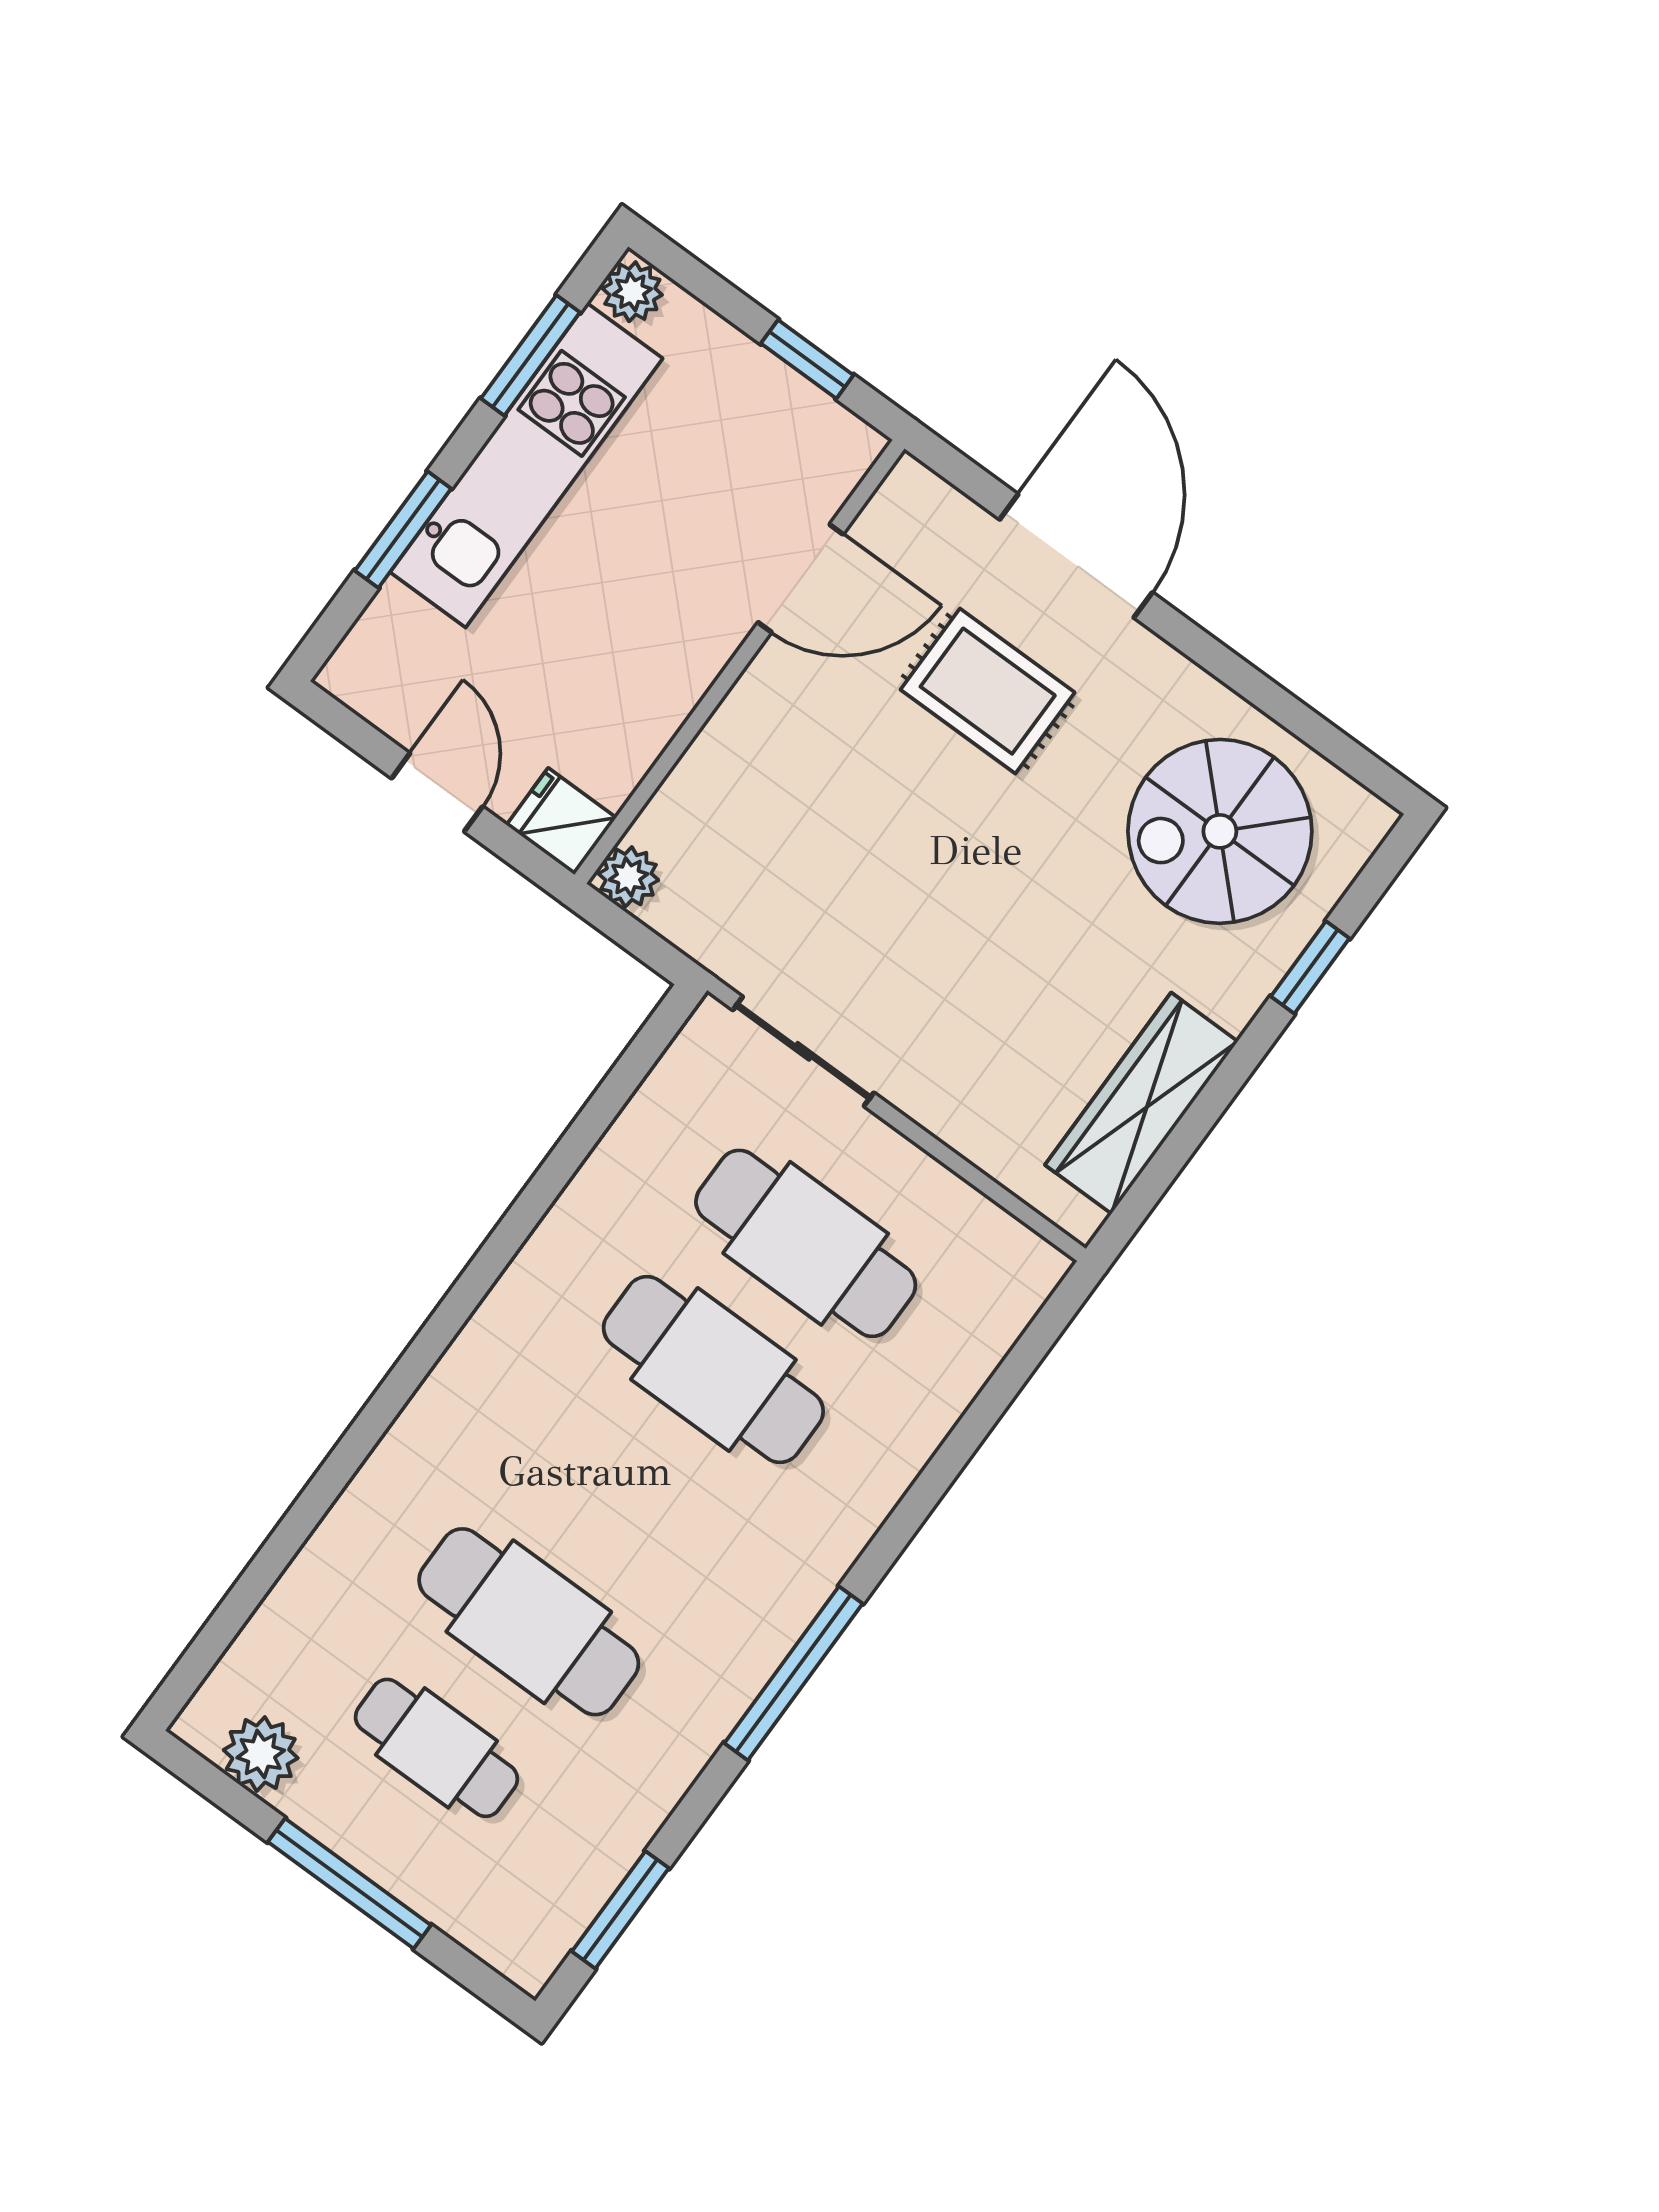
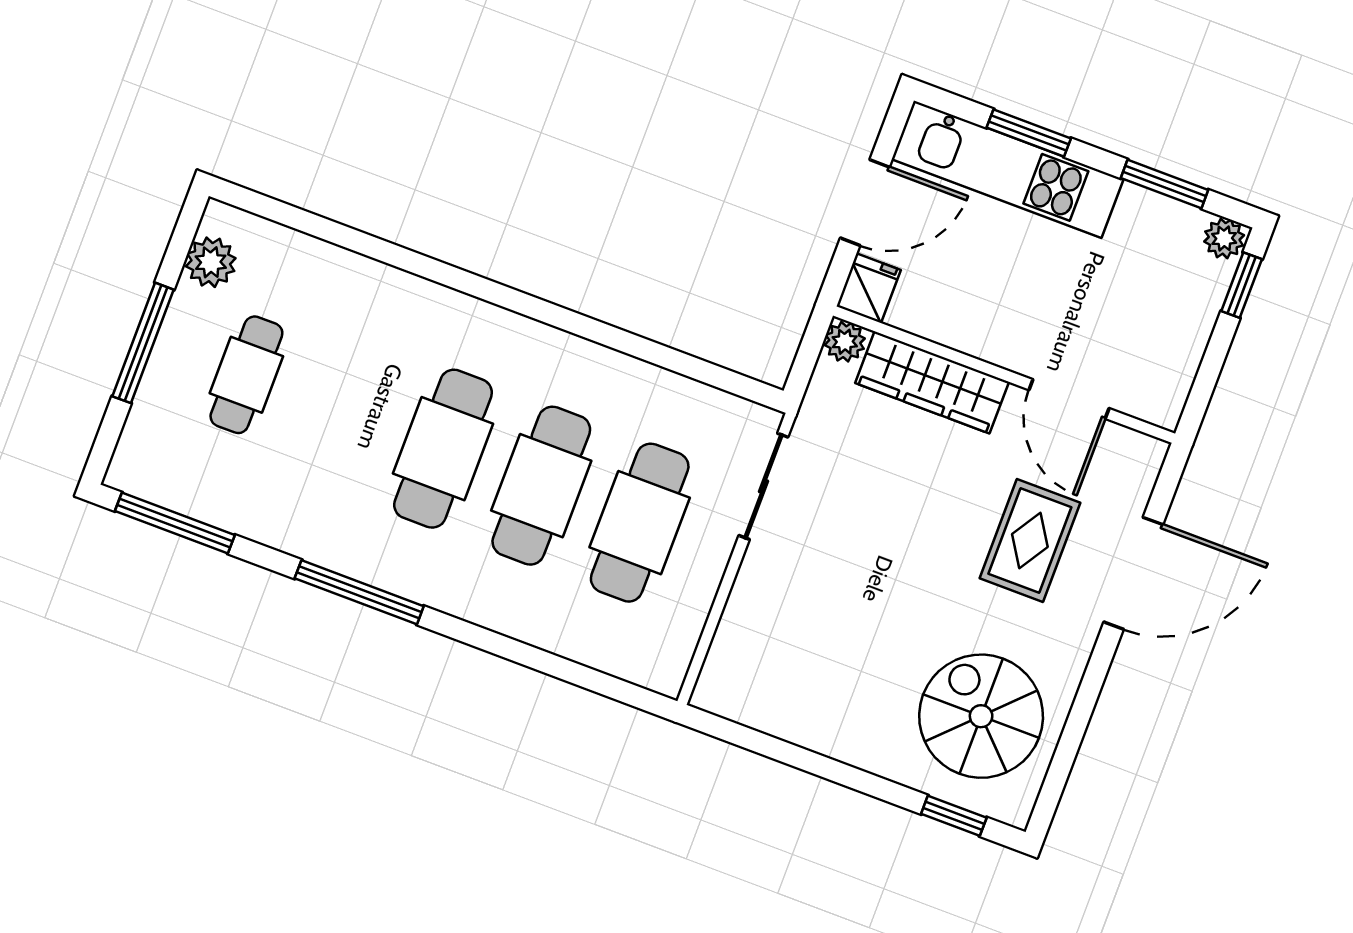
window: (807, 359) -> (1242, 285), moved
kitchen unit: (526, 465) -> (1008, 169), moved
door: (437, 792) -> (865, 203), width x1.38
window: (1310, 967) -> (954, 816), moved
wardrobe: (1141, 1103) -> (932, 382), moved, turned 180
cafe table: (529, 1622) -> (443, 449), moved
window: (620, 1910) -> (175, 523), width x1.44

